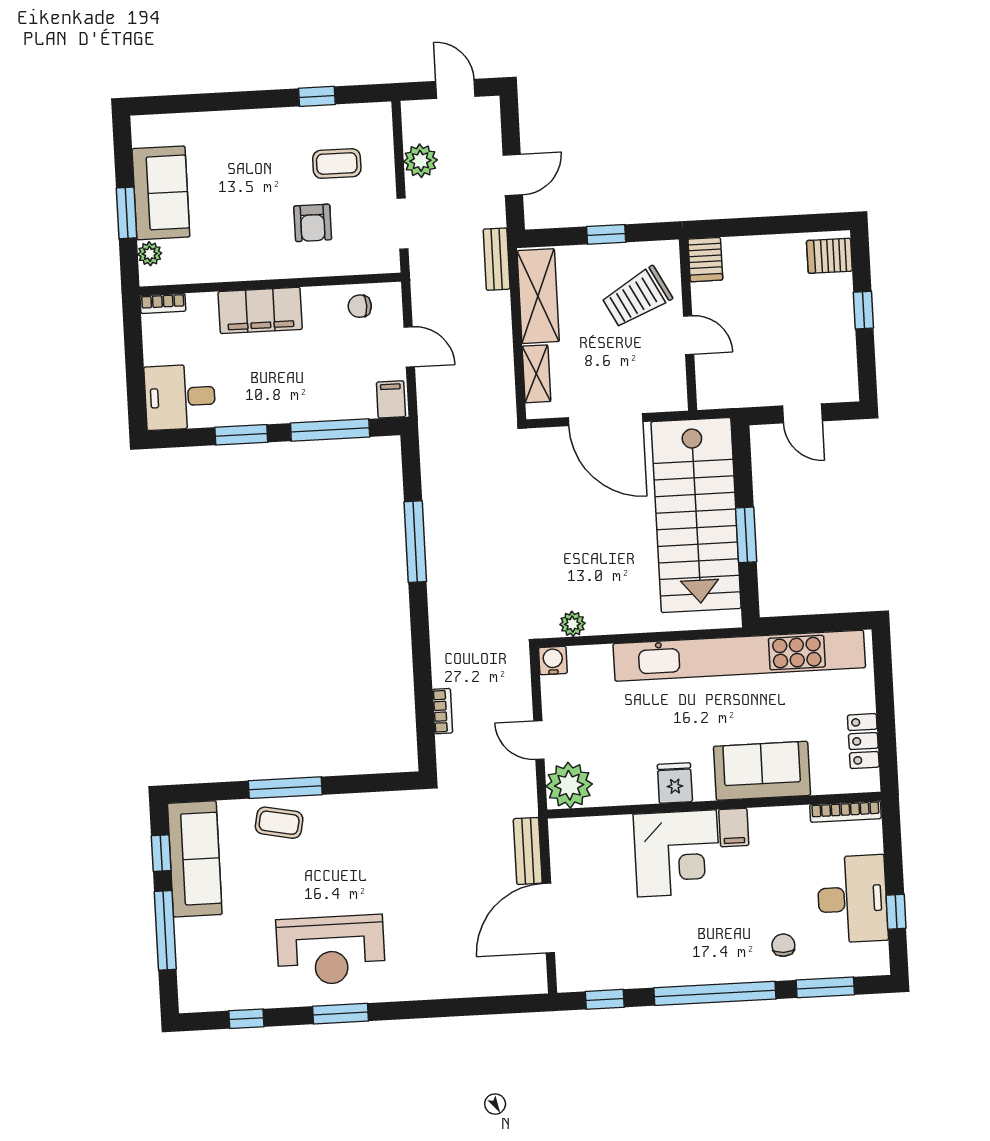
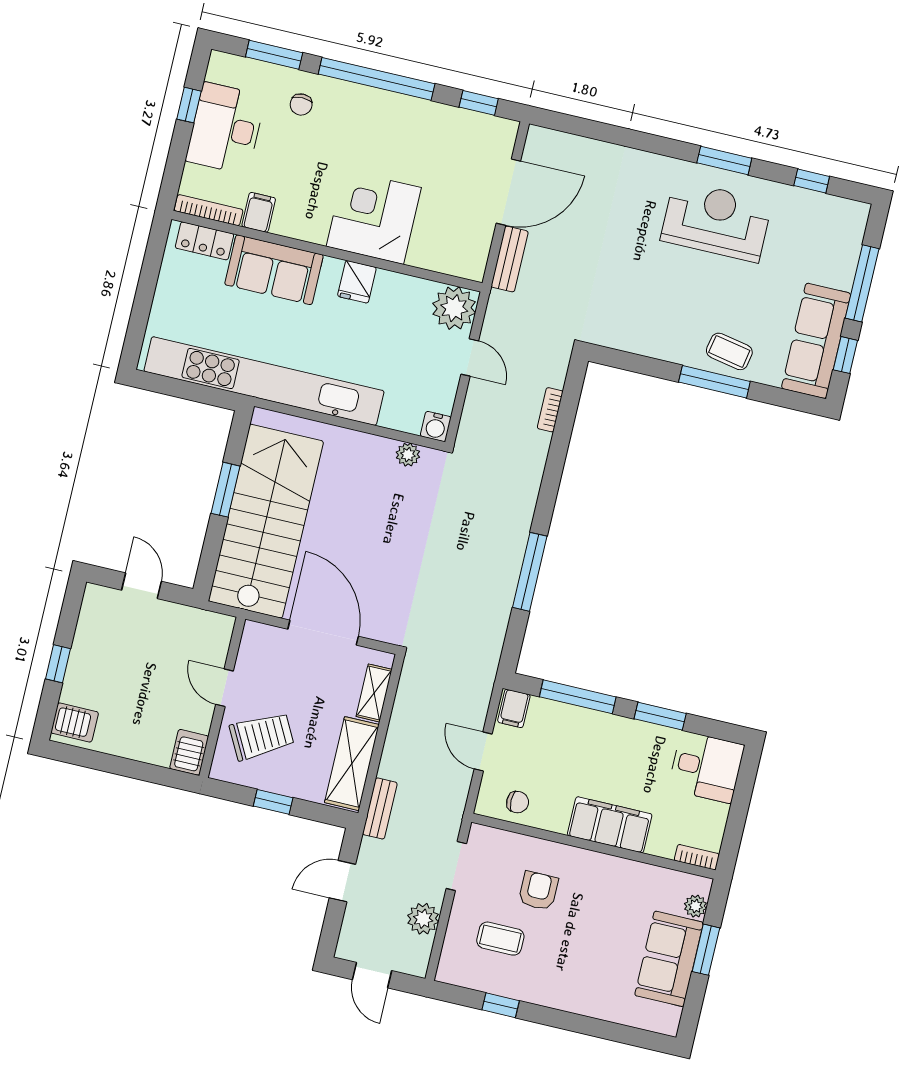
locker: (863, 741) -> (204, 241), moved, turned 90
filing cabinet: (734, 827) -> (259, 212), moved

